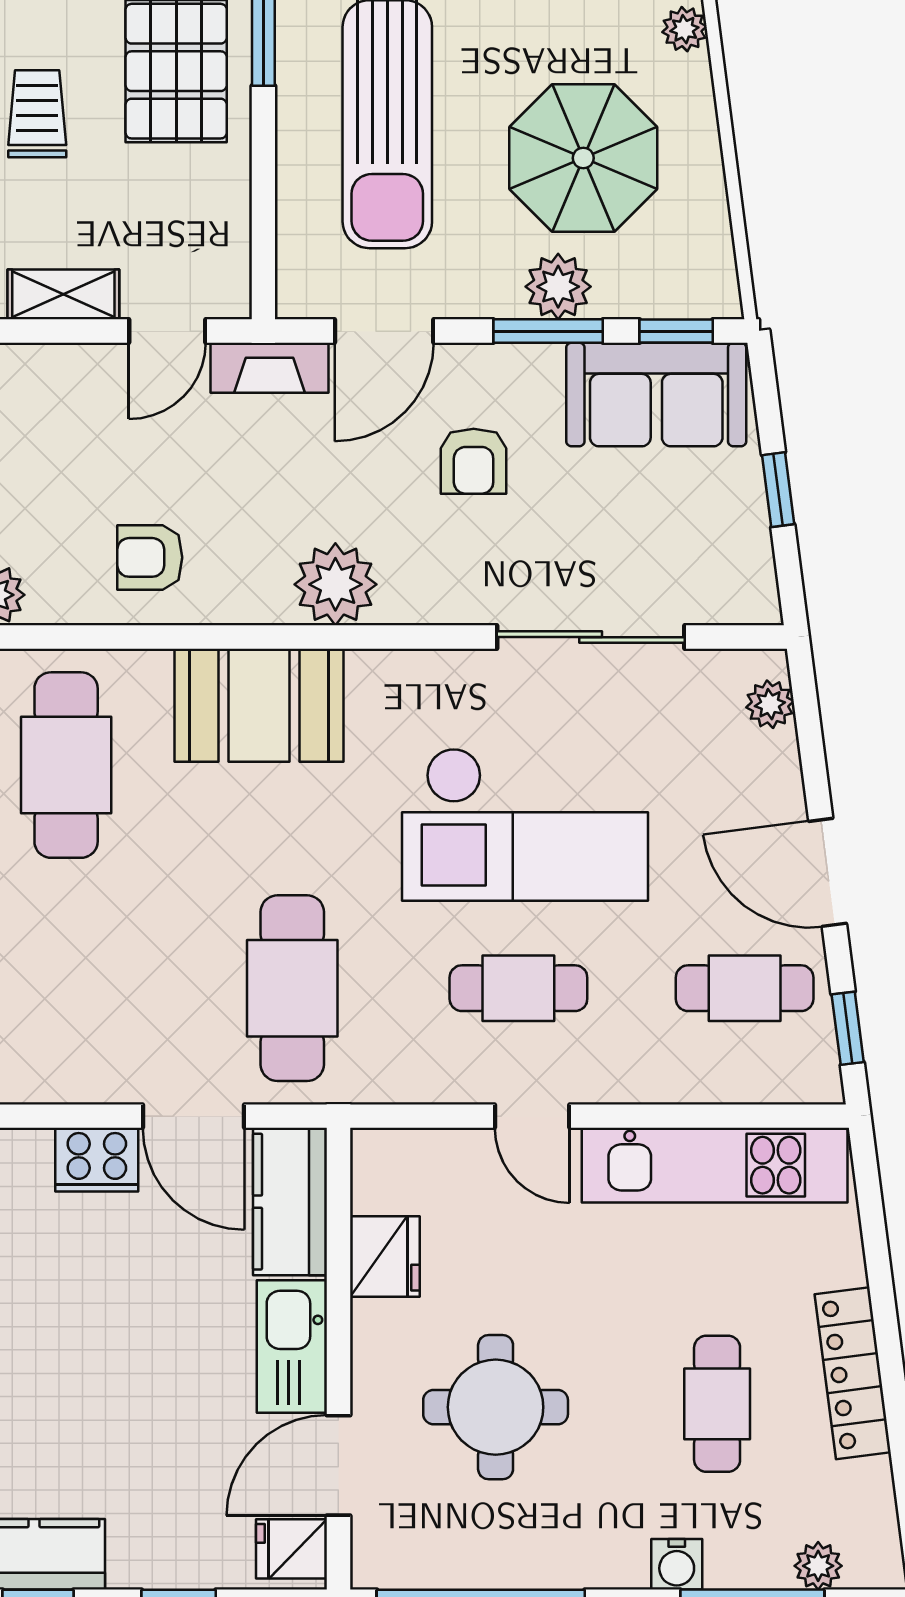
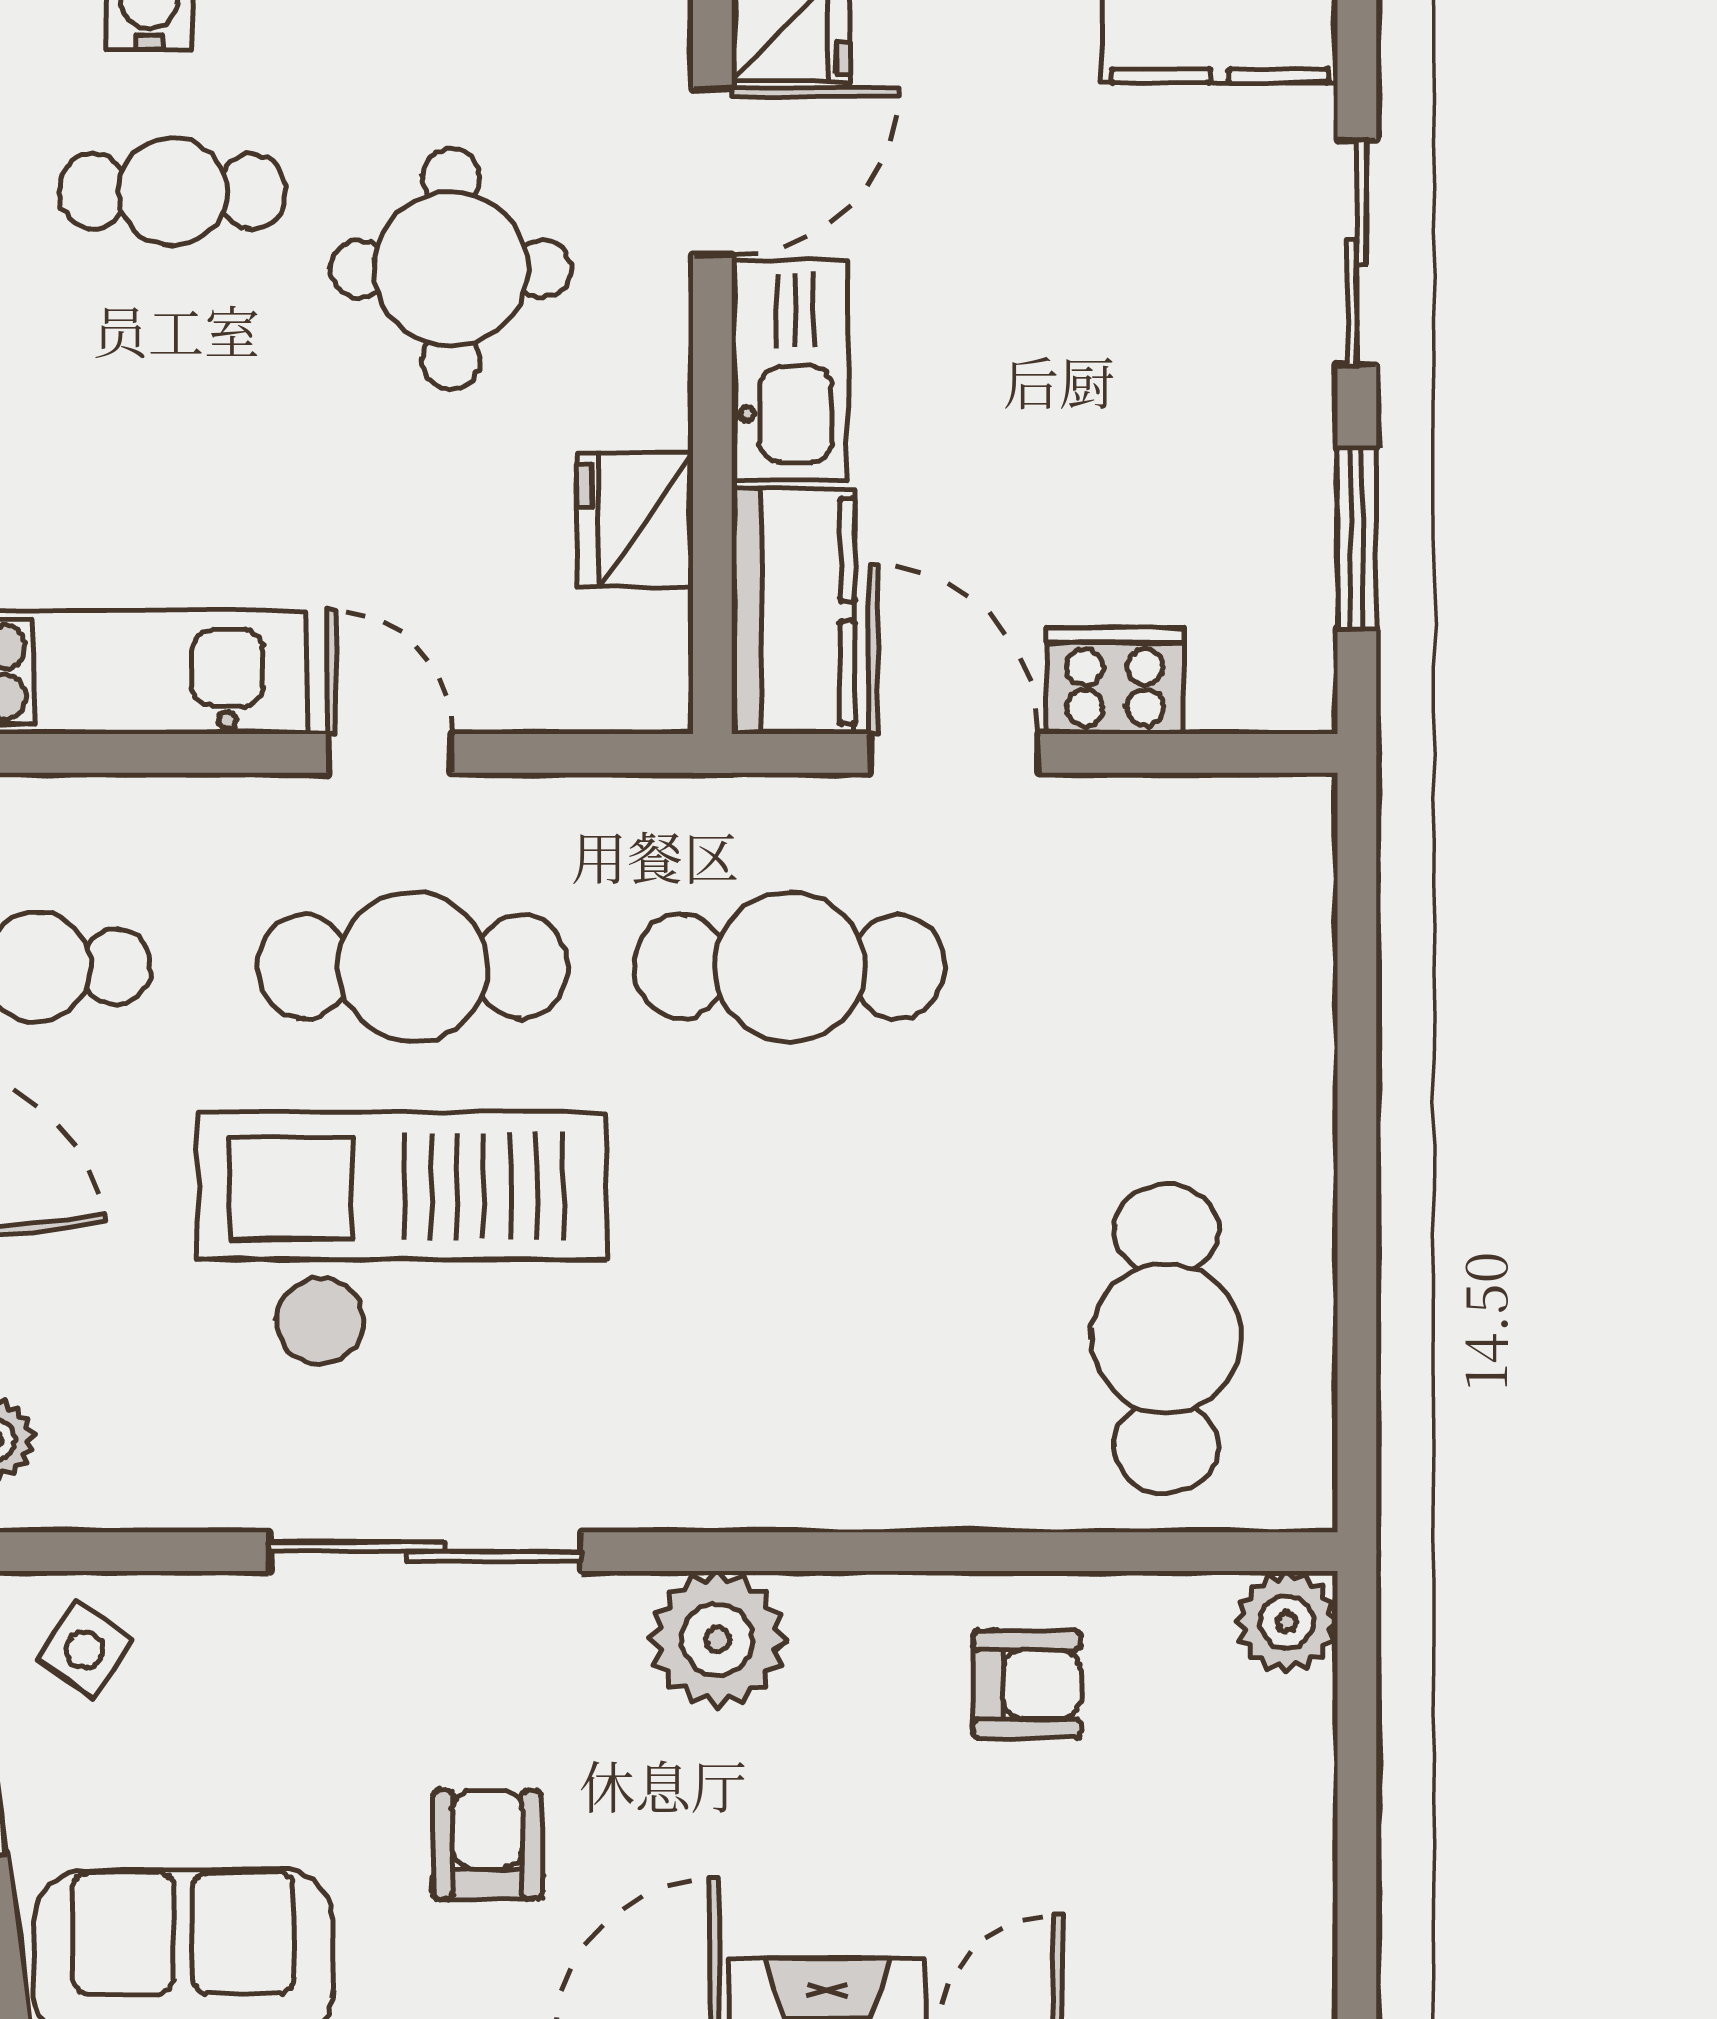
side table: (715, 578) -> (85, 1650), added
sliding door: (591, 637) -> (425, 1552), moved
booth: (259, 705) -> (845, 1438), removed
cafe table: (292, 988) -> (789, 967), turned 90
cafe table: (518, 988) -> (413, 967), width x1.37, depth x1.35
cafe table: (717, 1404) -> (172, 191), moved, turned 90

